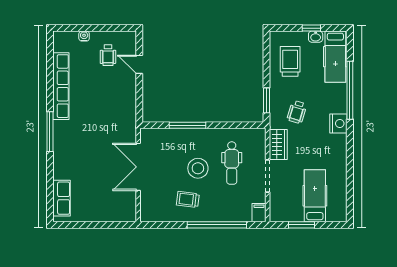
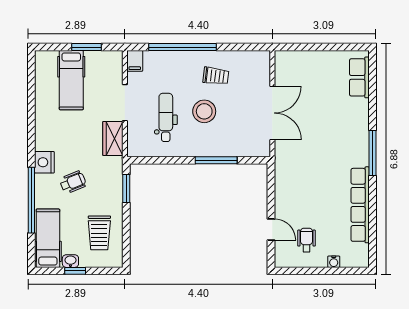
wheelchair: (297, 112) -> (73, 182), moved, turned 51

